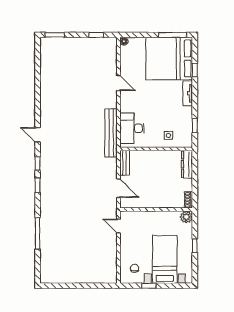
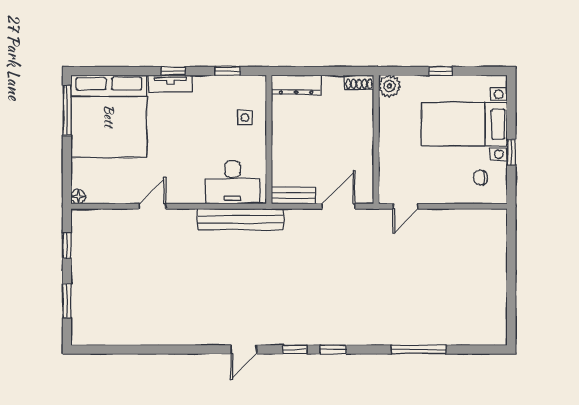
window: (55, 35) -> (67, 301), moved
window: (195, 70) -> (173, 71), moved

